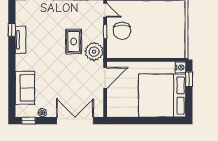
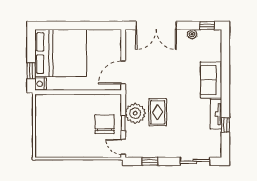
plant: (94, 52) -> (135, 113), moved
sofa: (25, 88) -> (211, 80), moved

